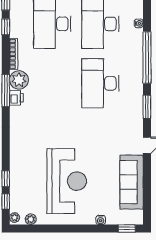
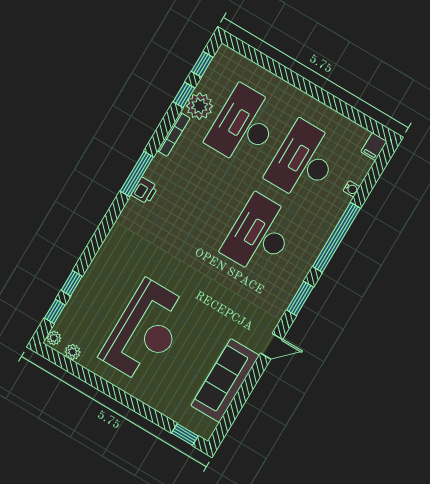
plant: (19, 80) -> (199, 106), moved
water cooler: (101, 220) -> (159, 405), removed

